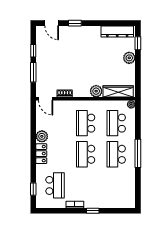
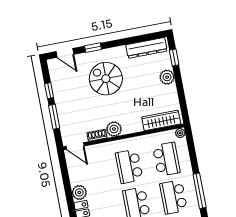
spiral stairs: (80, 50) -> (106, 79), added
plant: (96, 91) -> (114, 129), moved
school desk: (116, 123) -> (166, 159), turned 180

